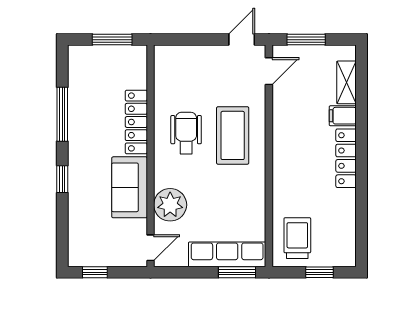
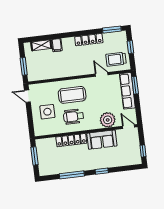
door: (269, 71) -> (102, 74), moved
side table: (203, 78) -> (47, 112), added
locker: (346, 158) -> (89, 40), moved
window: (362, 237) -> (112, 30), added

